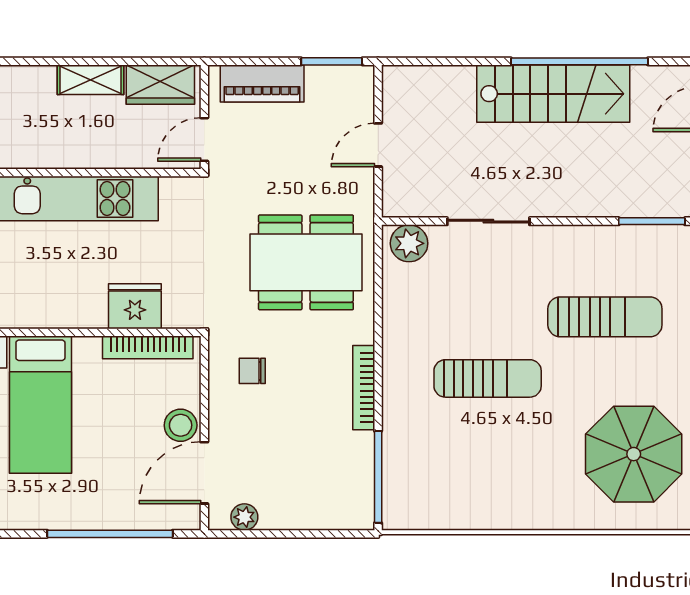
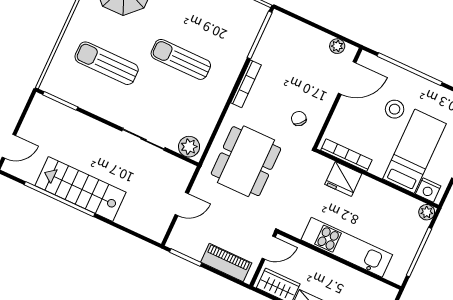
dining table: (306, 262) -> (246, 161), turned 90
chair: (252, 371) -> (299, 119), turned -135
stool: (181, 425) -> (395, 109), moved

